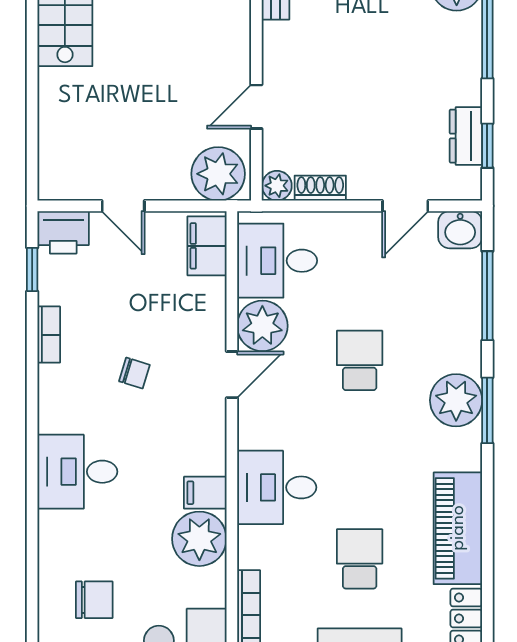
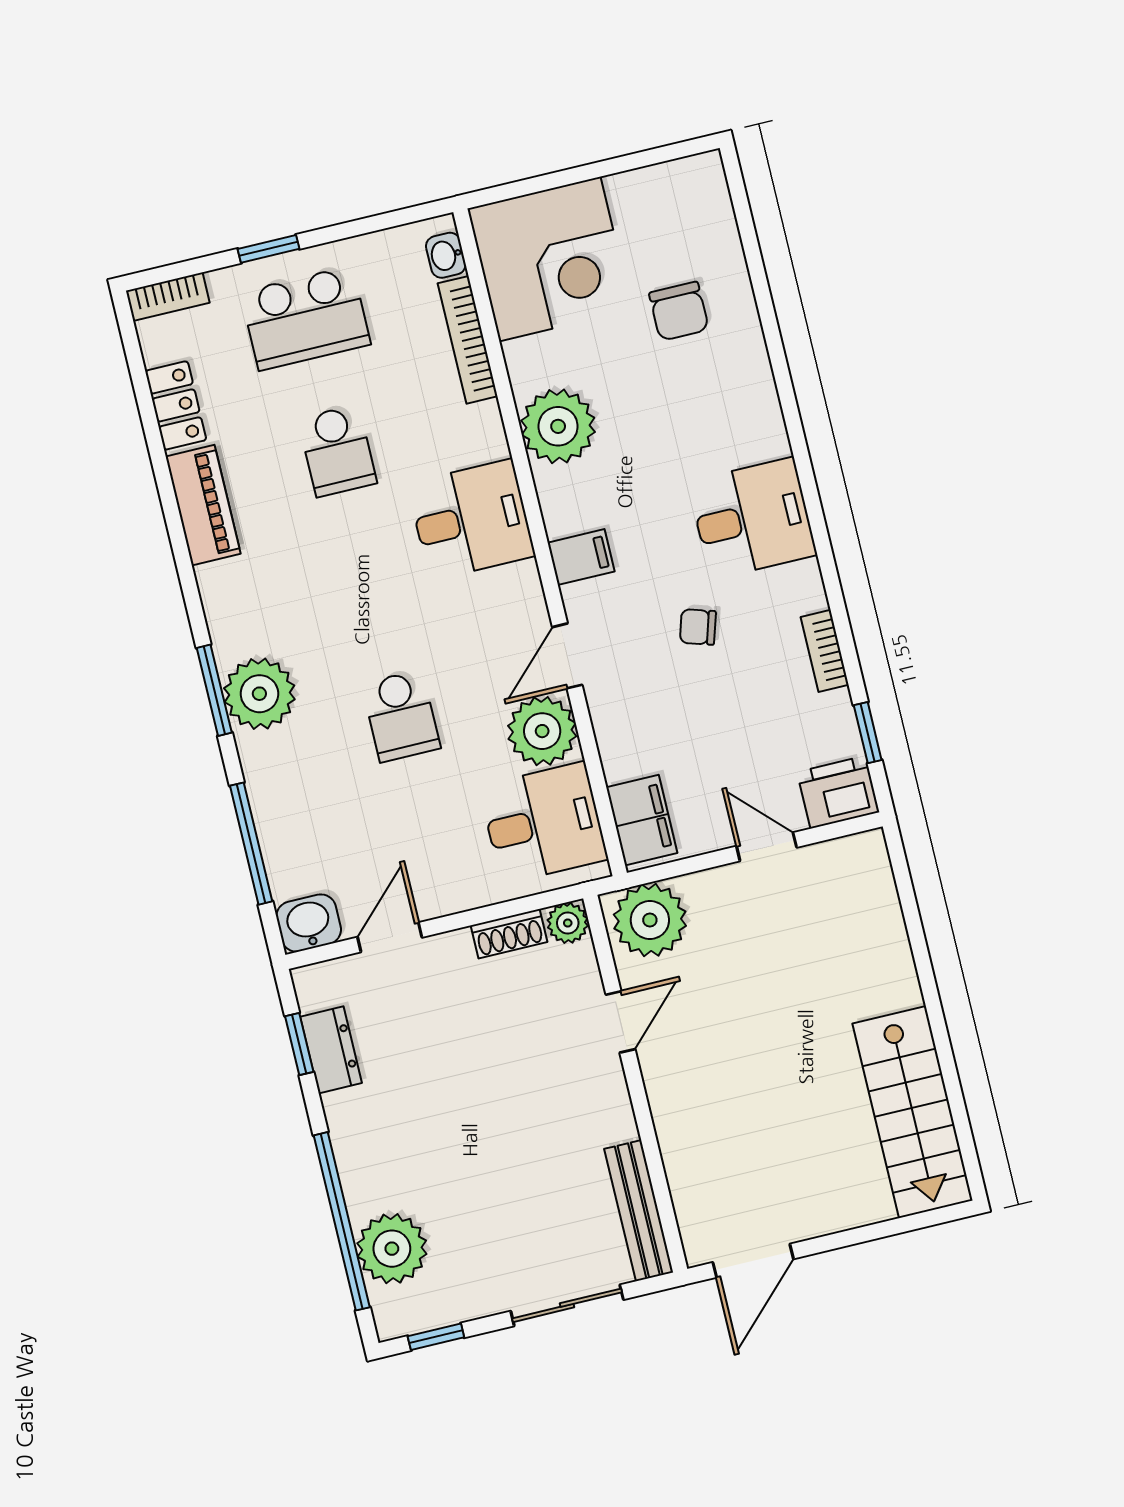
desk: (77, 472) -> (752, 518), moved
filing cabinet: (205, 493) -> (581, 557), moved
piano: (458, 528) -> (203, 505), width x0.73, depth x0.75
chair: (94, 600) -> (679, 311), turned -90

